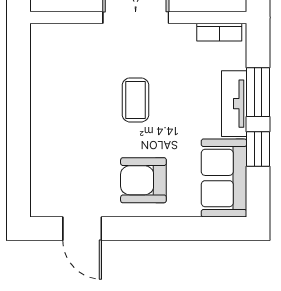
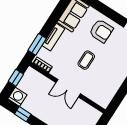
window: (258, 92) -> (37, 44), moved
window: (258, 149) -> (55, 16), removed

